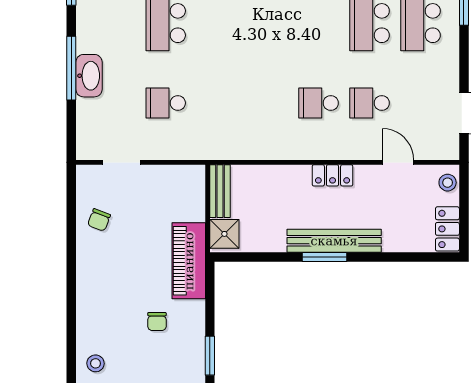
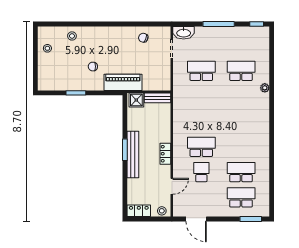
washbasin: (89, 76) -> (184, 33), moved
school desk: (166, 103) -> (201, 71), width x1.85
school desk: (319, 103) -> (201, 147), width x1.85

